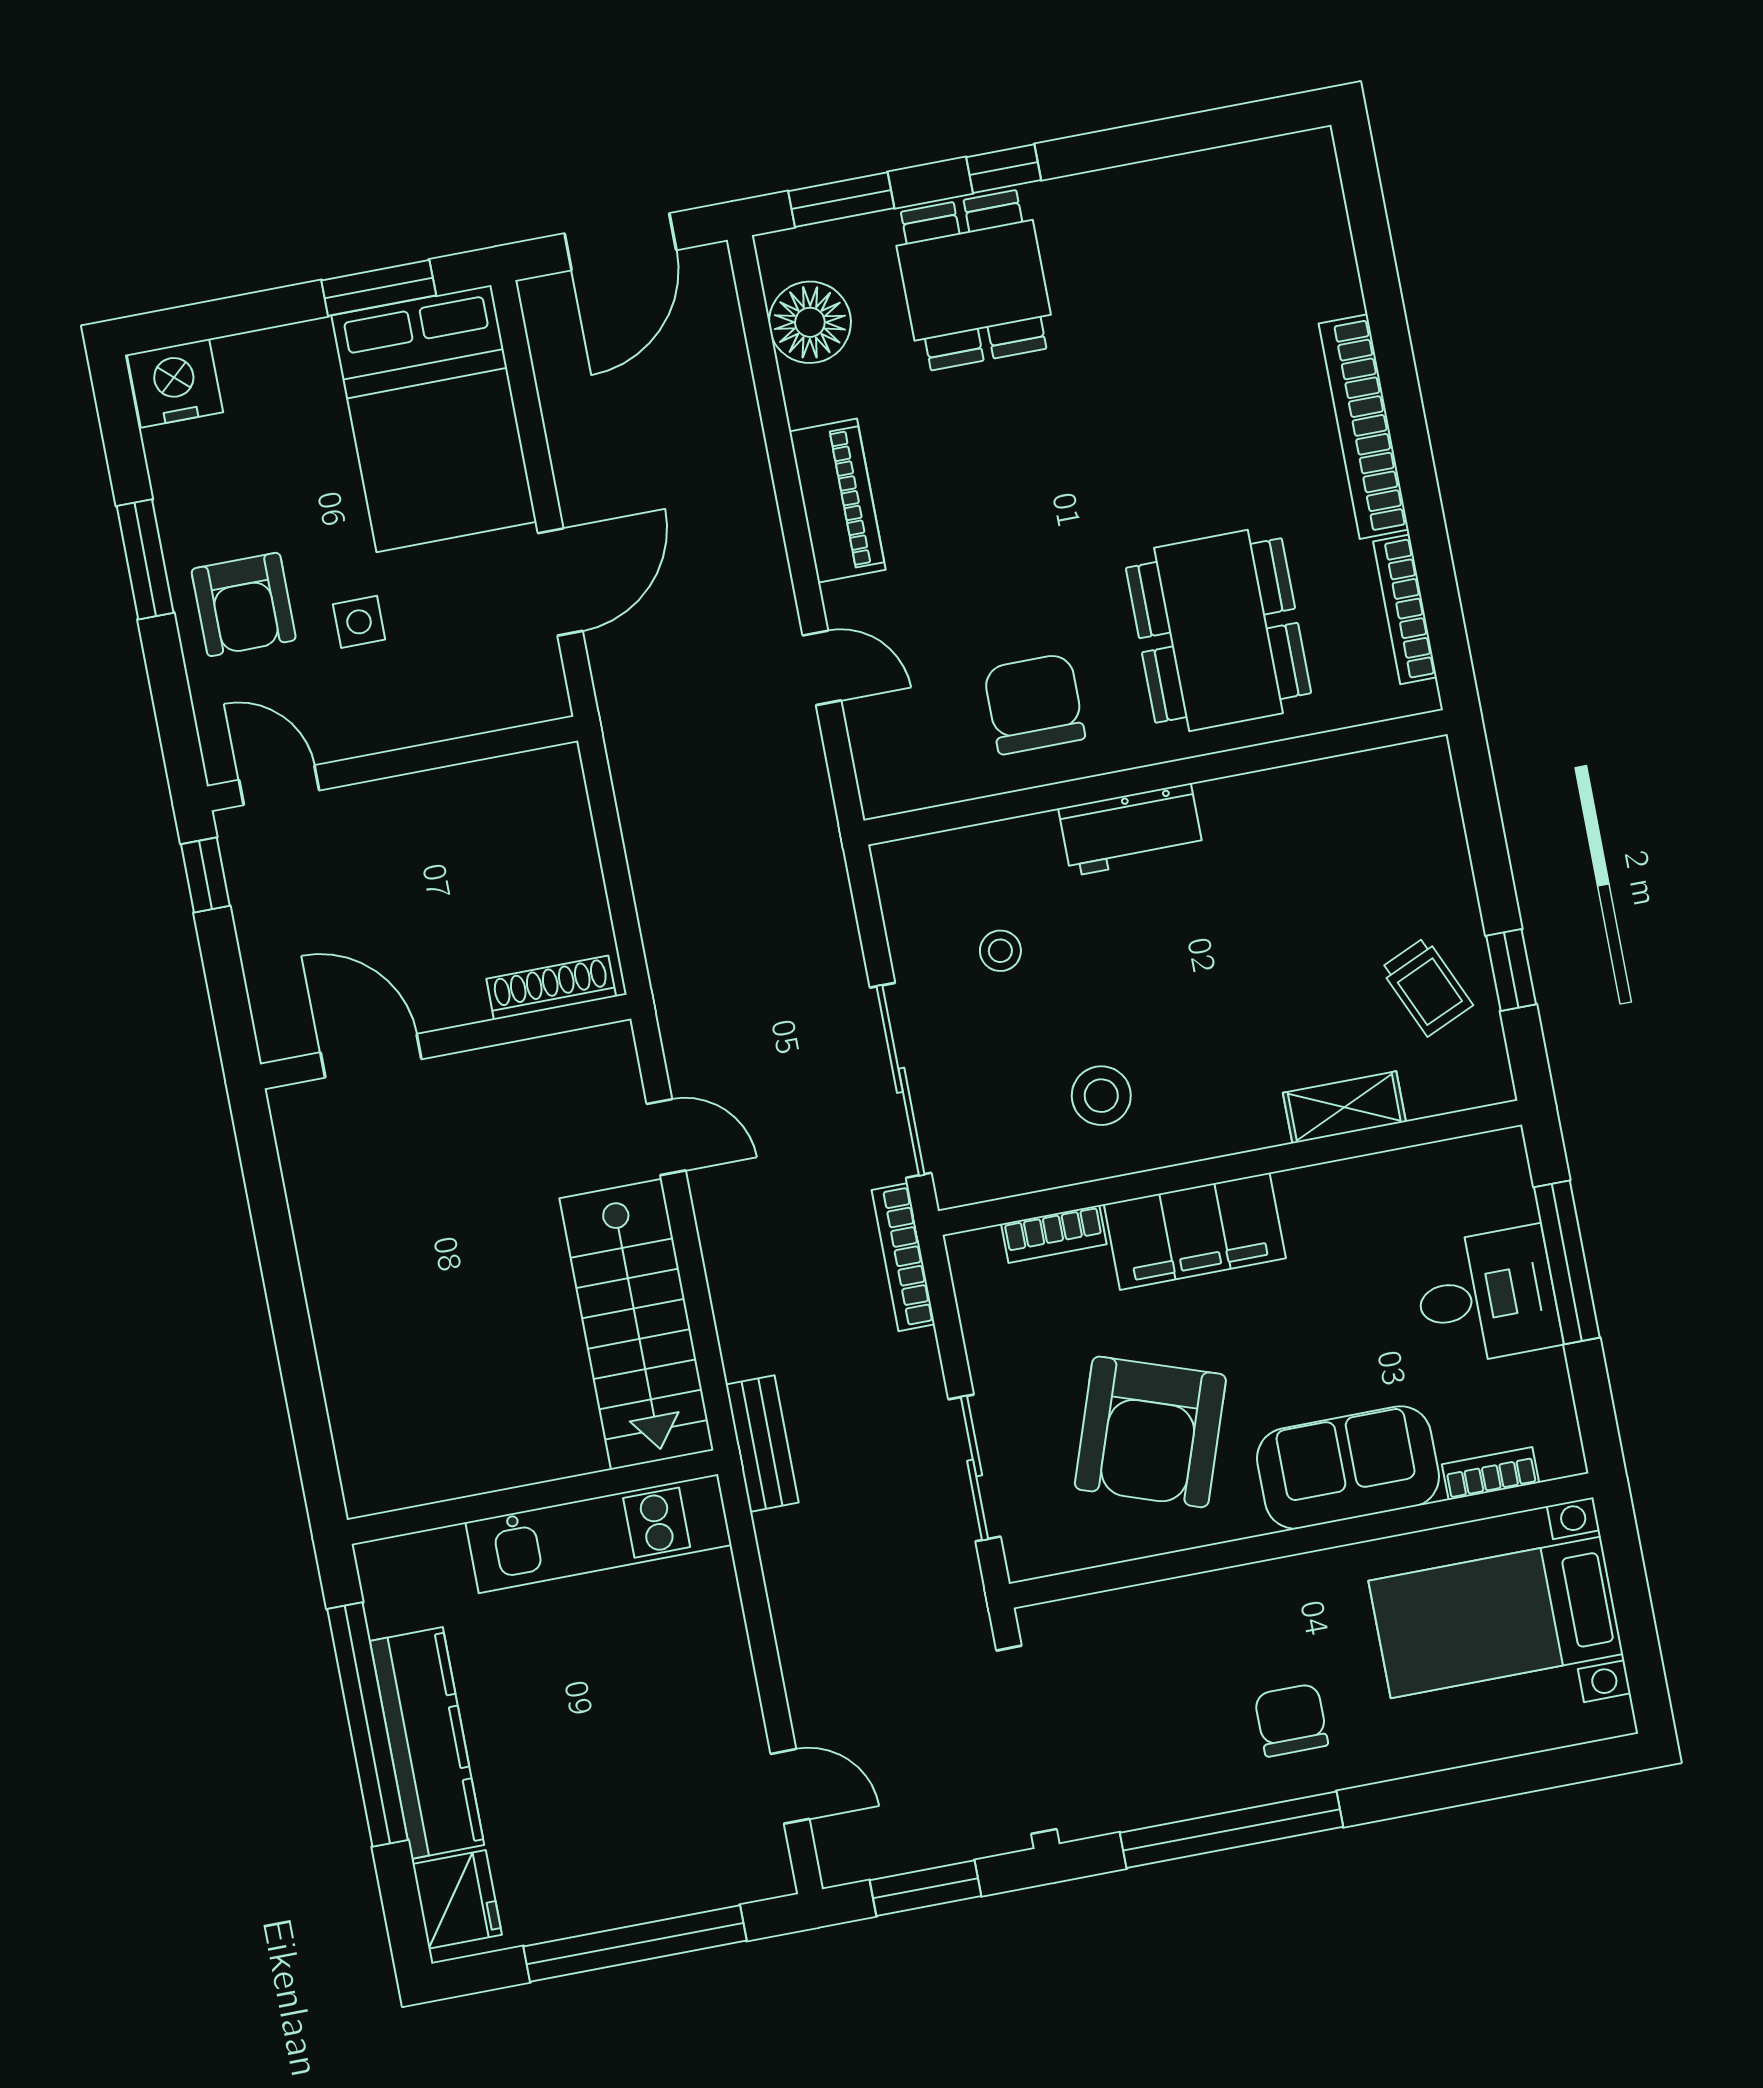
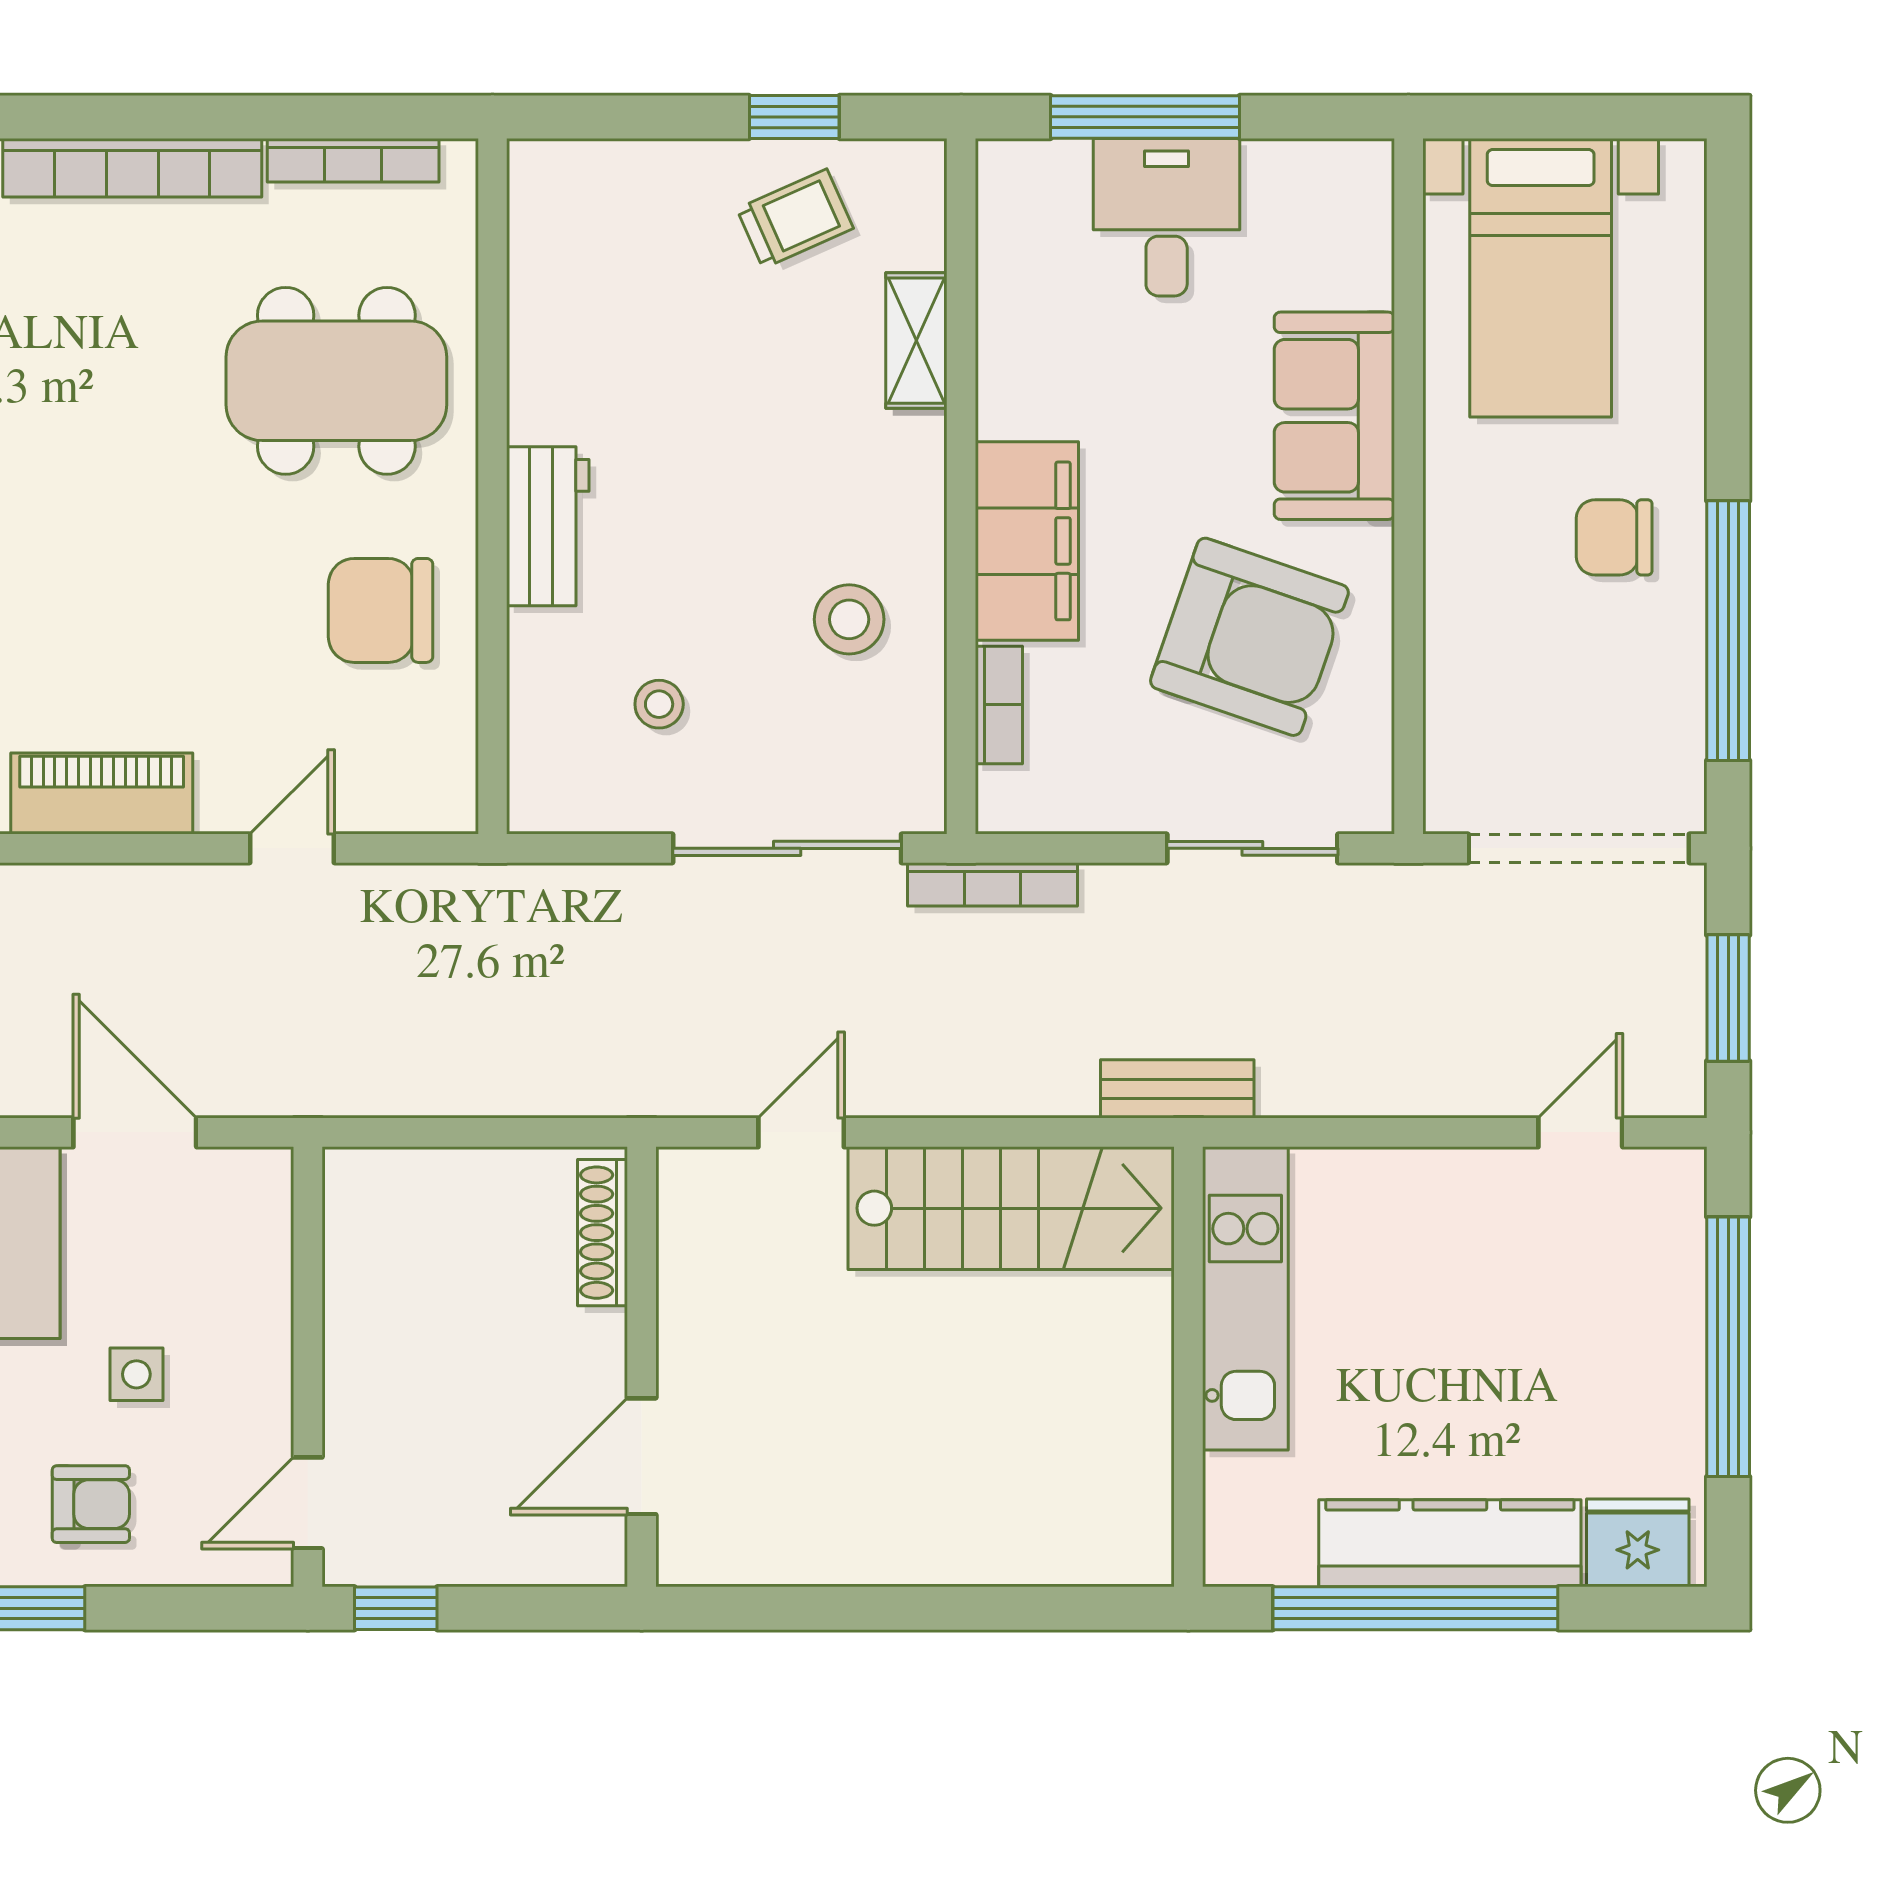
armchair: (244, 604) -> (91, 1504), width x0.72, depth x0.72
bookcase: (1490, 1473) -> (1373, 252), removed

